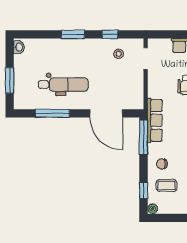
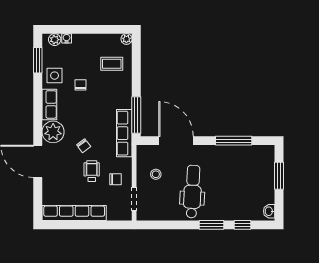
window: (110, 34) -> (243, 225), moved
stool: (119, 54) -> (156, 174), moved
dental chair: (63, 84) -> (193, 192), moved, turned 93
chair: (162, 164) -> (115, 179), moved
window: (144, 190) -> (136, 58), removed

